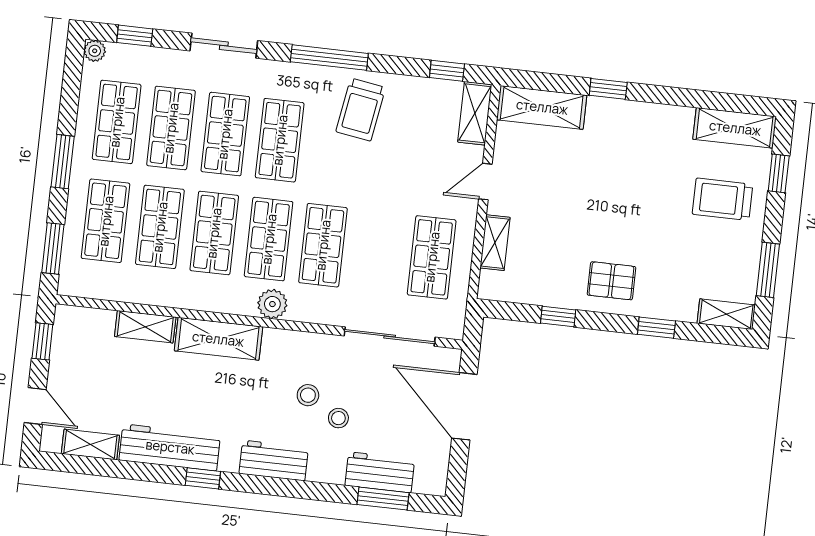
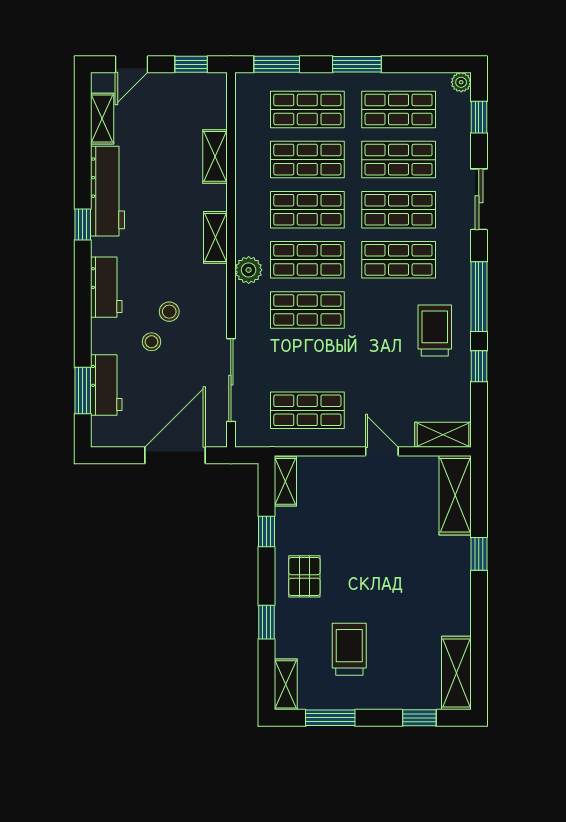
window: (447, 71) -> (479, 366), moved
trolley: (361, 110) -> (435, 330), turned 81
trolley: (723, 199) -> (349, 649), moved
shelving: (495, 243) -> (285, 481), moved, turned 90
shelving: (218, 339) -> (215, 237), width x0.67, depth x0.75

